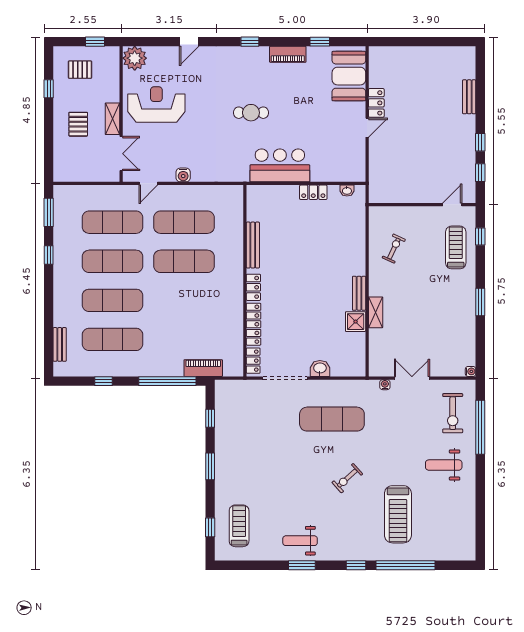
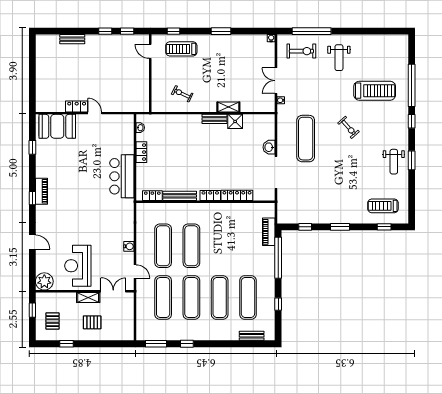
piano: (288, 54) -> (41, 191), moved
cafe table: (251, 113) -> (84, 197), removed
locker: (253, 361) -> (152, 196), moved

